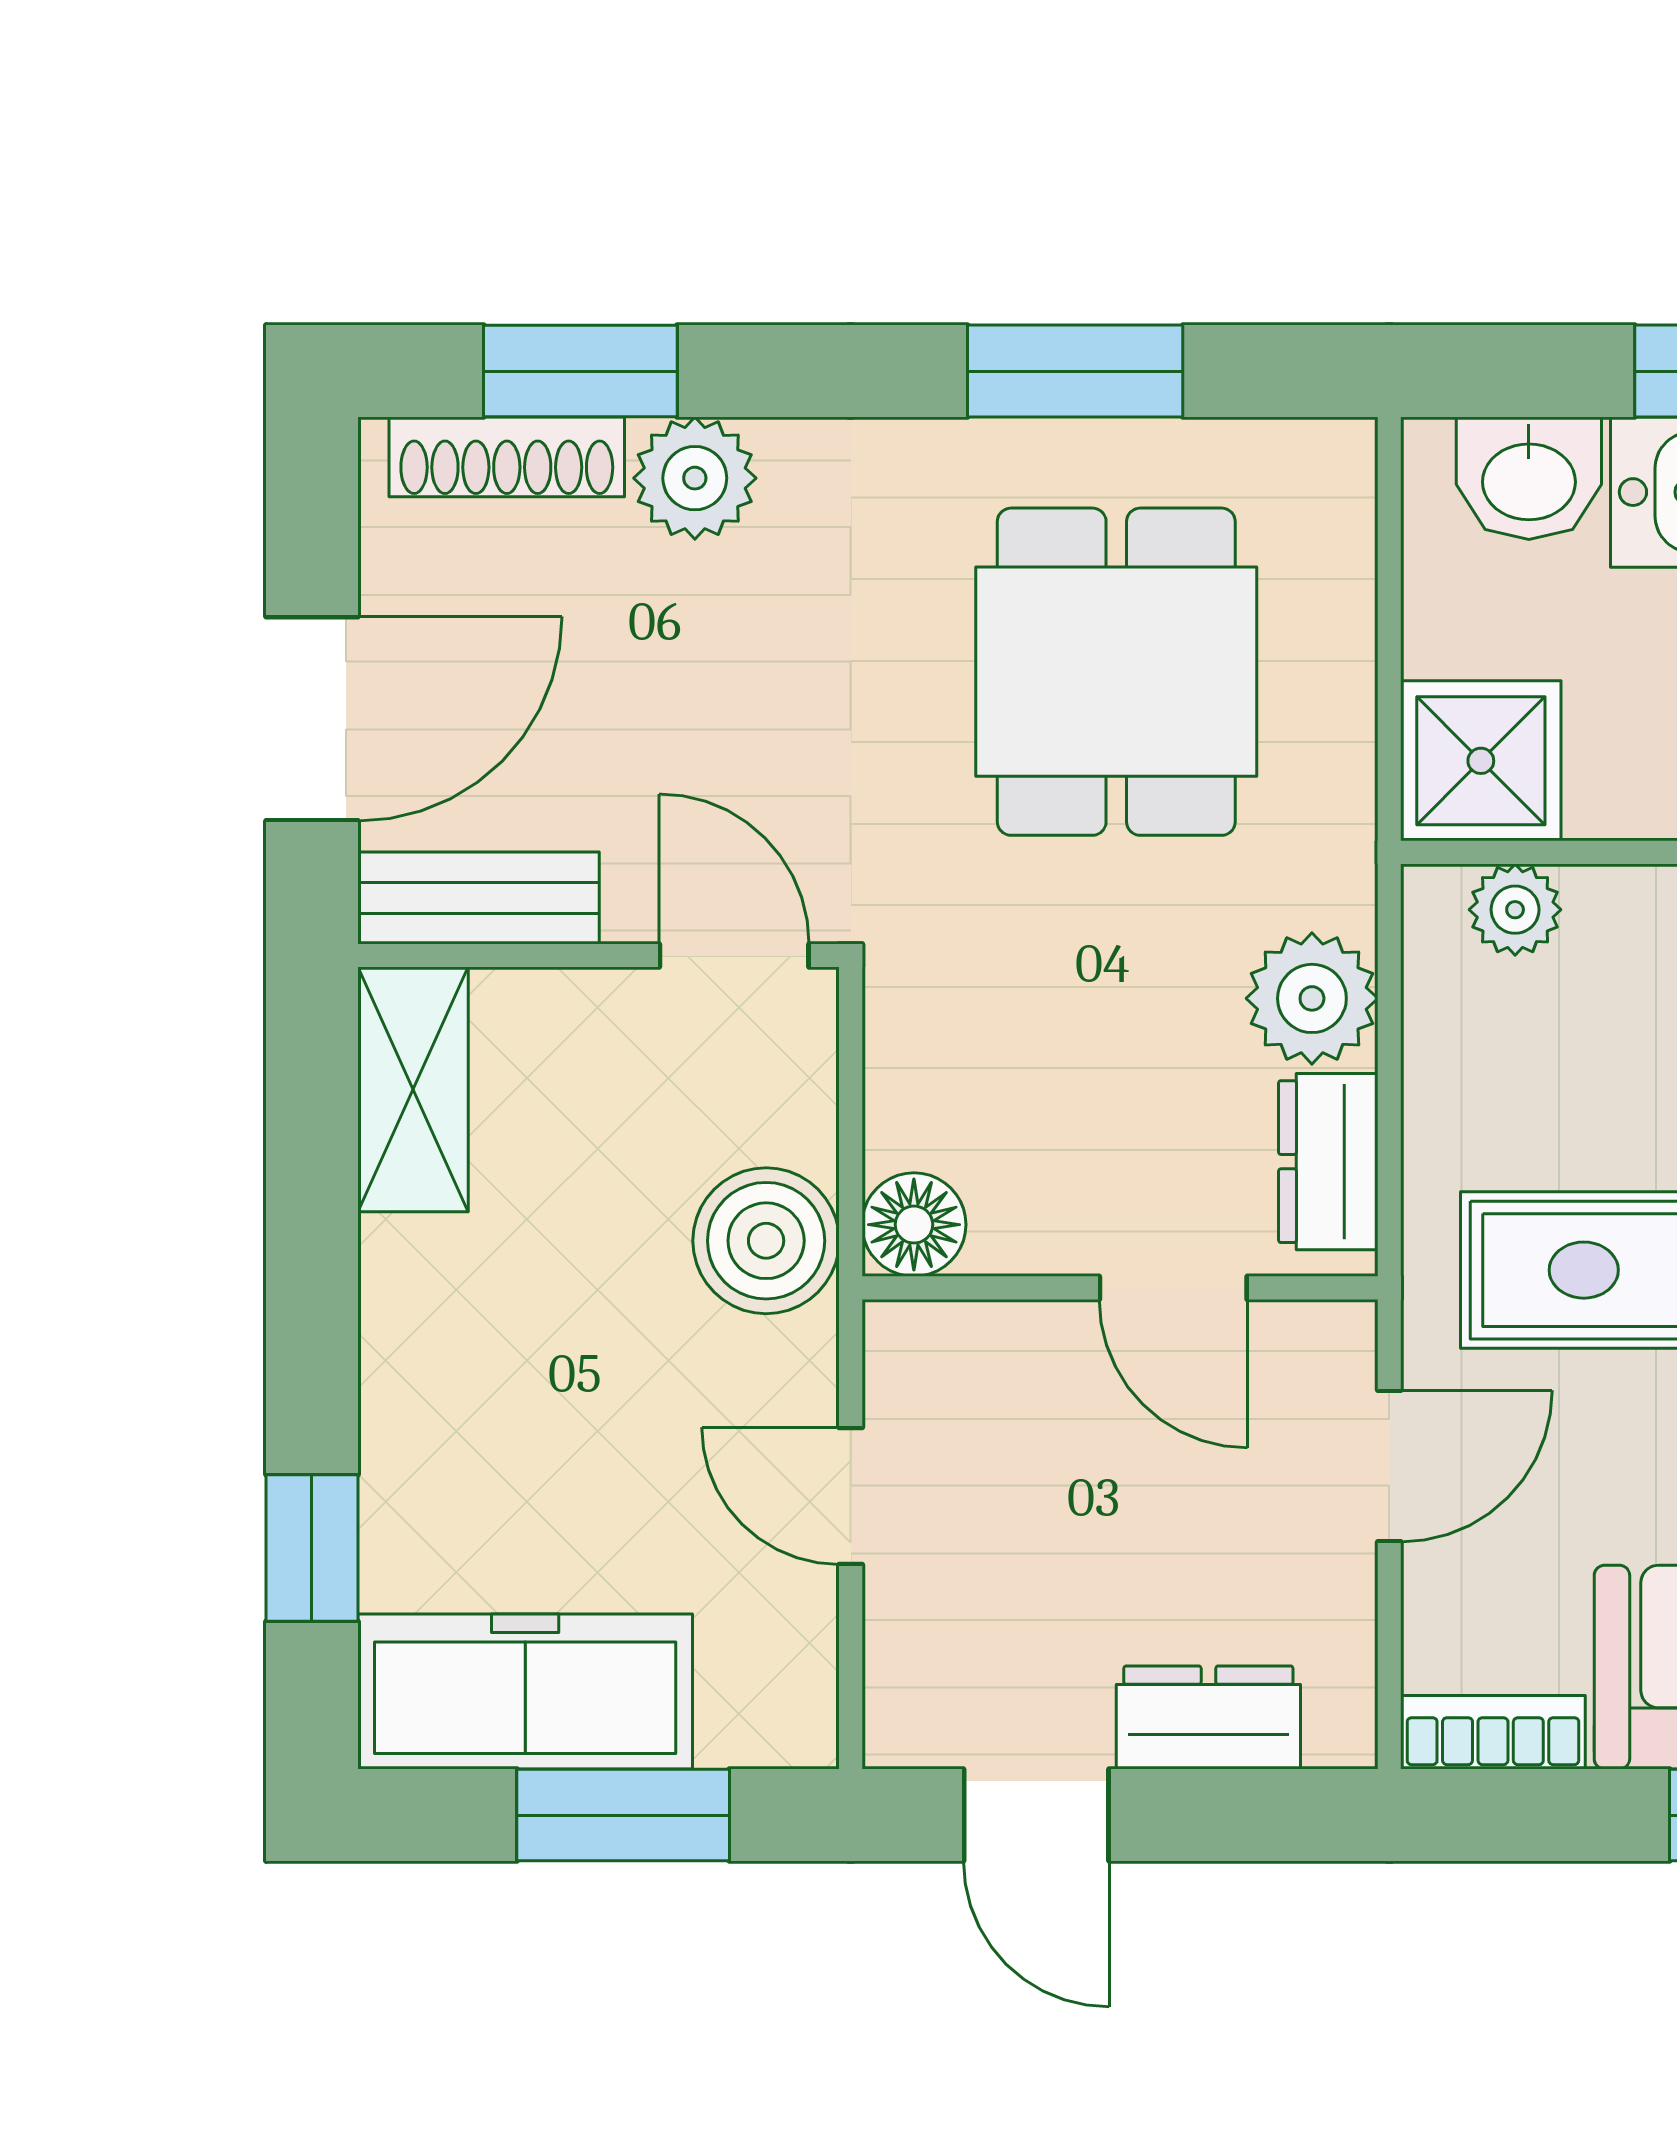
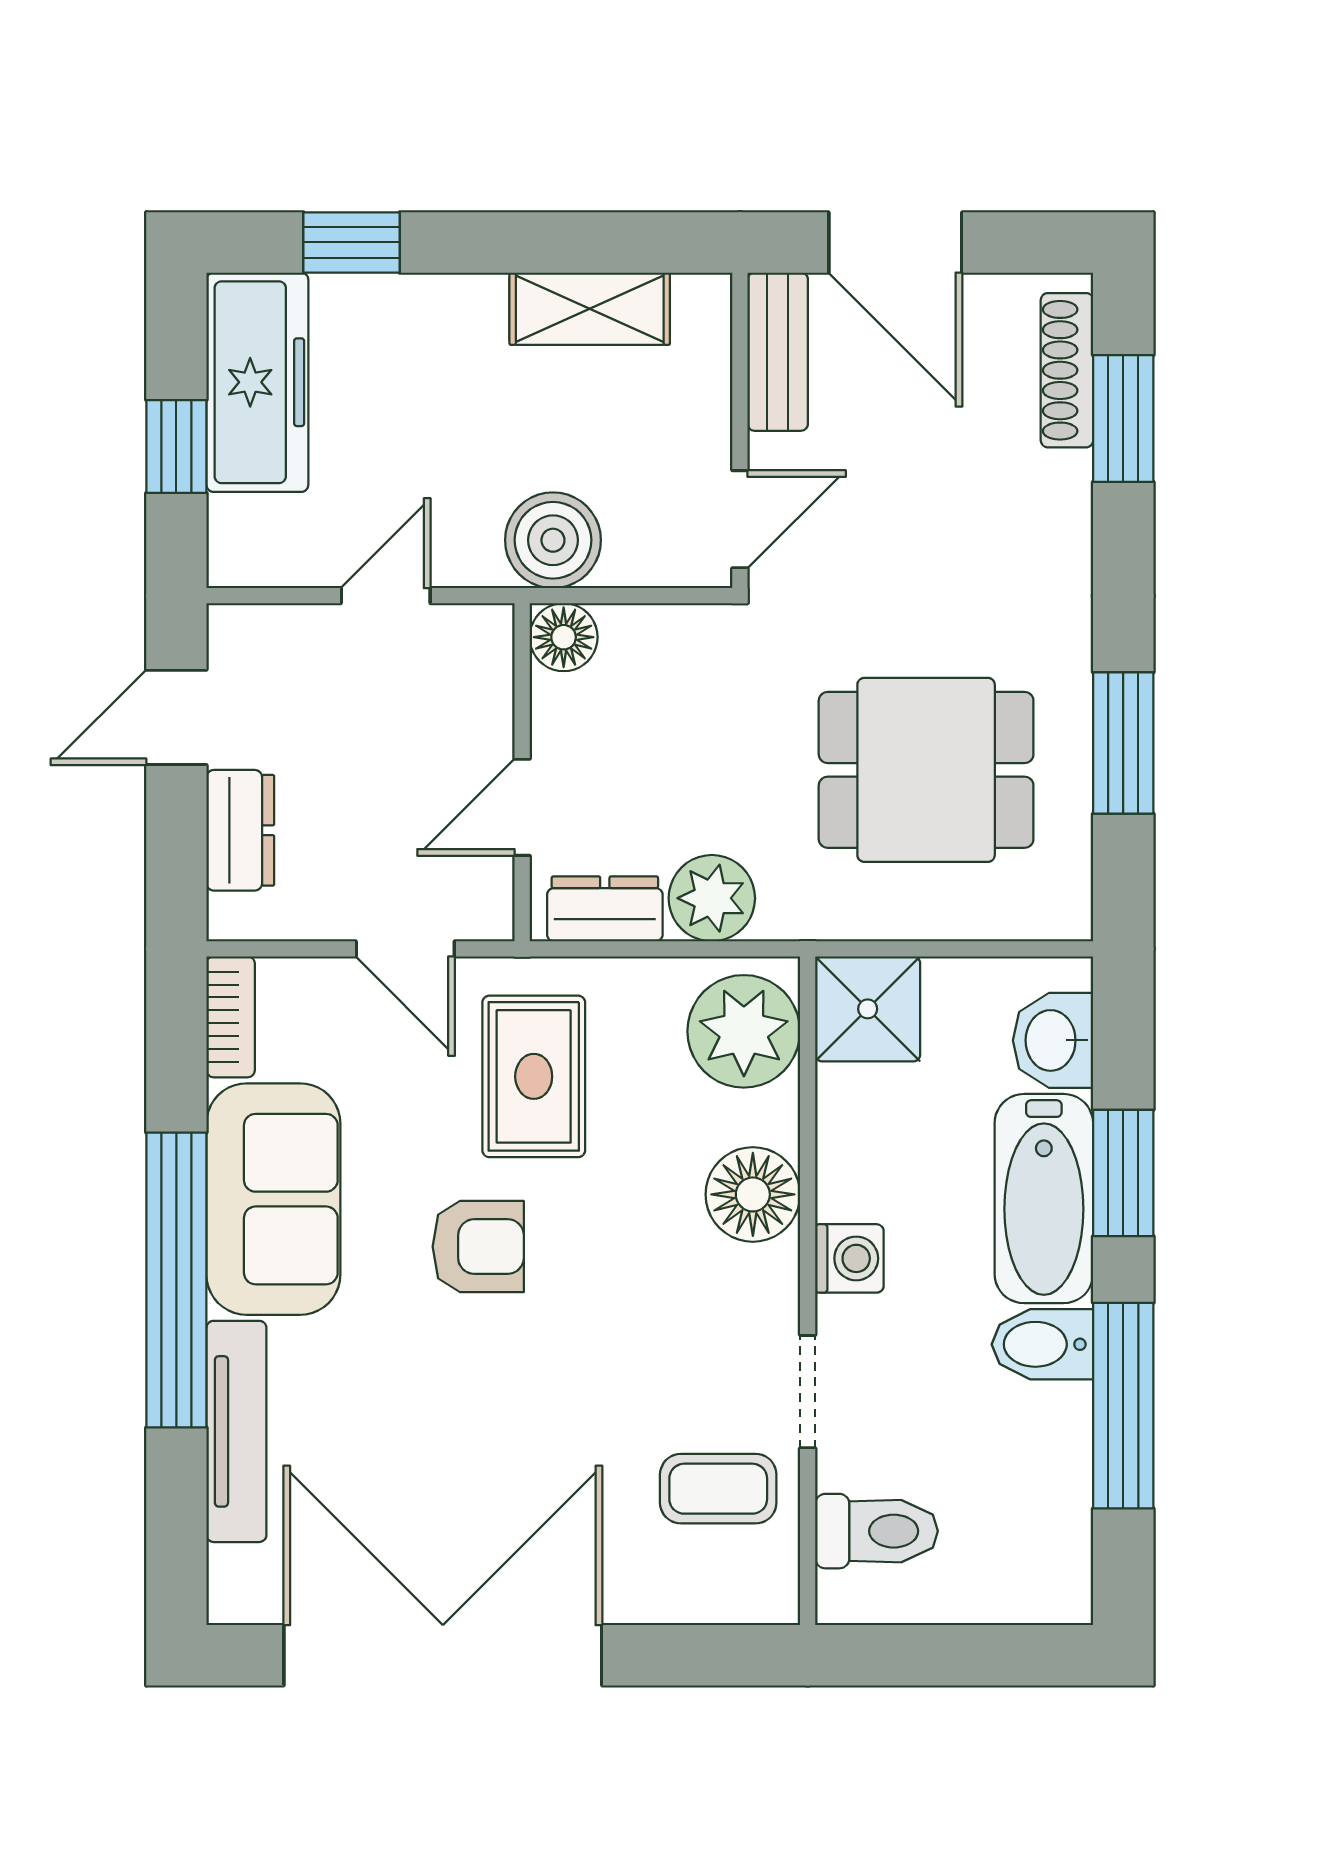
plant: (695, 478) -> (1053, 493), removed
plant: (1515, 910) -> (744, 1031), width x1.88, depth x1.88
shelving: (413, 1089) -> (590, 309), moved
window: (623, 1815) -> (176, 446), width x0.67

